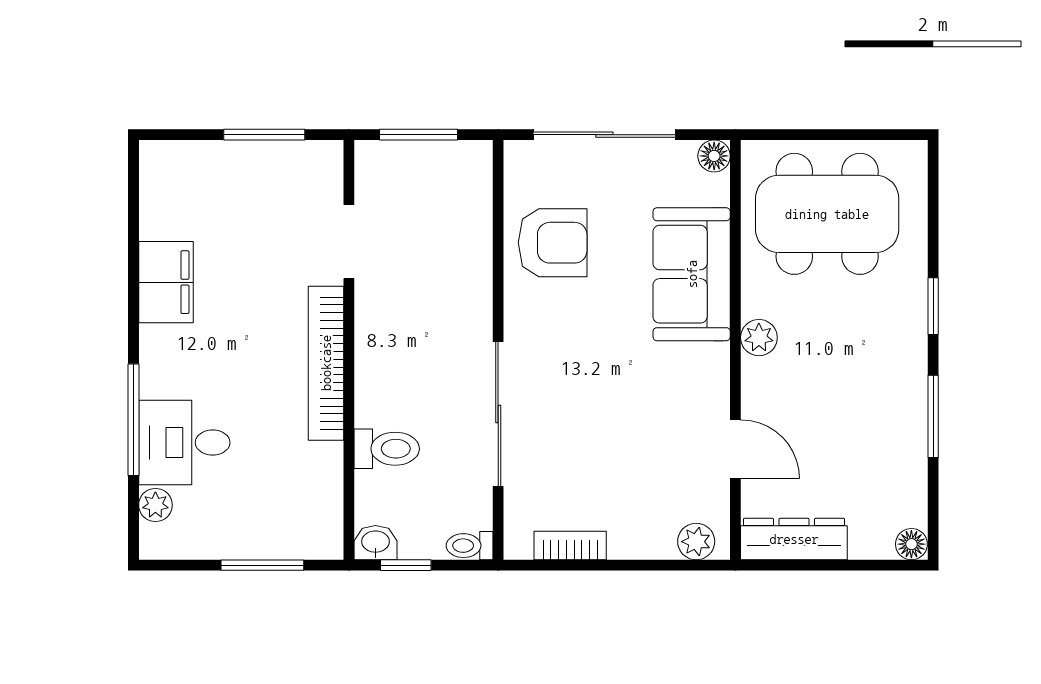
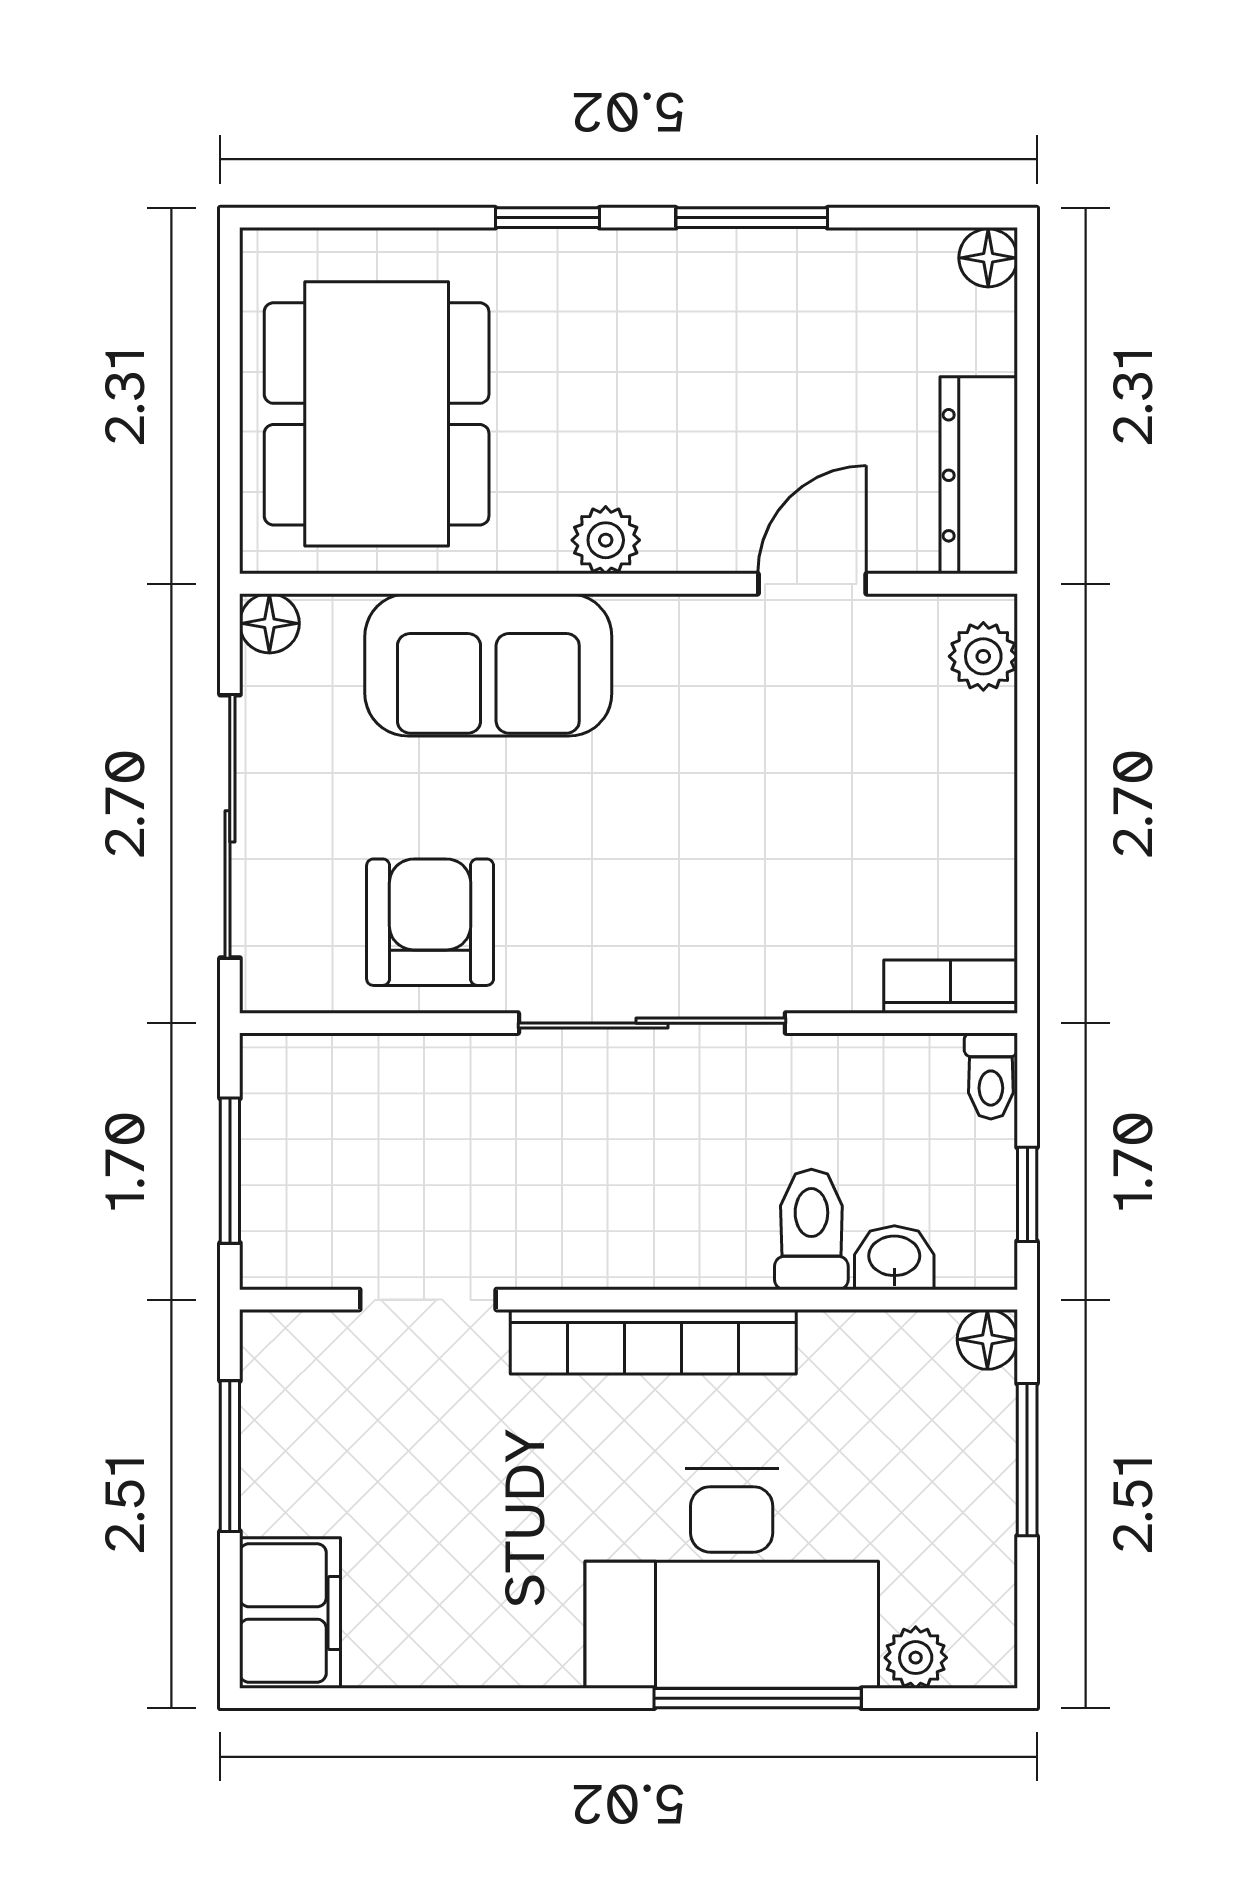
filing cabinet: (166, 282) -> (290, 1613), moved, turned 90
sliding door: (498, 414) -> (652, 1023), moved
desk: (184, 443) -> (732, 1579), width x1.87, depth x1.30
washbasin: (375, 543) -> (894, 1258), moved, turned 90
floor lamp: (327, 544) -> (987, 1339), added
bookcase: (570, 546) -> (951, 987), moved, turned 90

